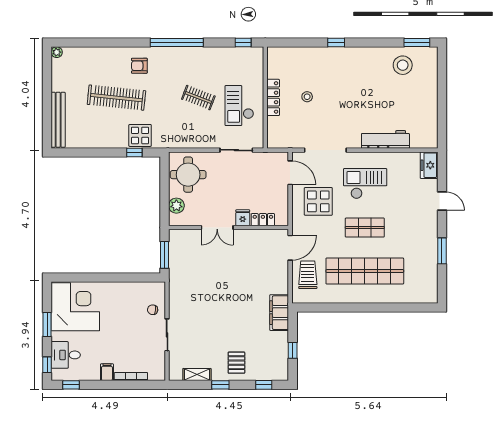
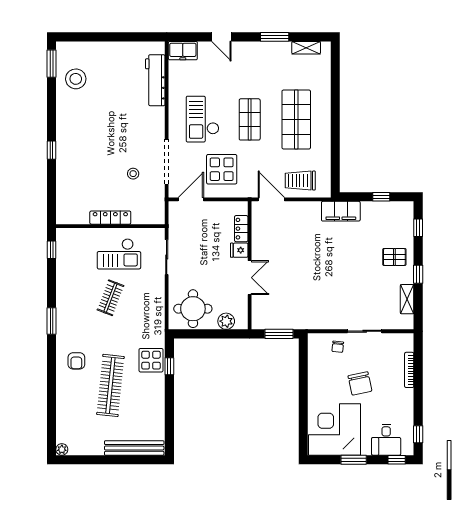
window: (177, 43) -> (51, 321), width x0.47
stool: (307, 97) -> (133, 174), moved
workbench: (385, 139) -> (155, 80), moved
door: (442, 201) -> (221, 37), swing flipped
shop shelf: (365, 271) -> (296, 119), width x0.71
shelving: (432, 280) -> (306, 48), added
chair: (118, 330) -> (360, 383), added
filing cabinet: (107, 372) -> (405, 396), removed

